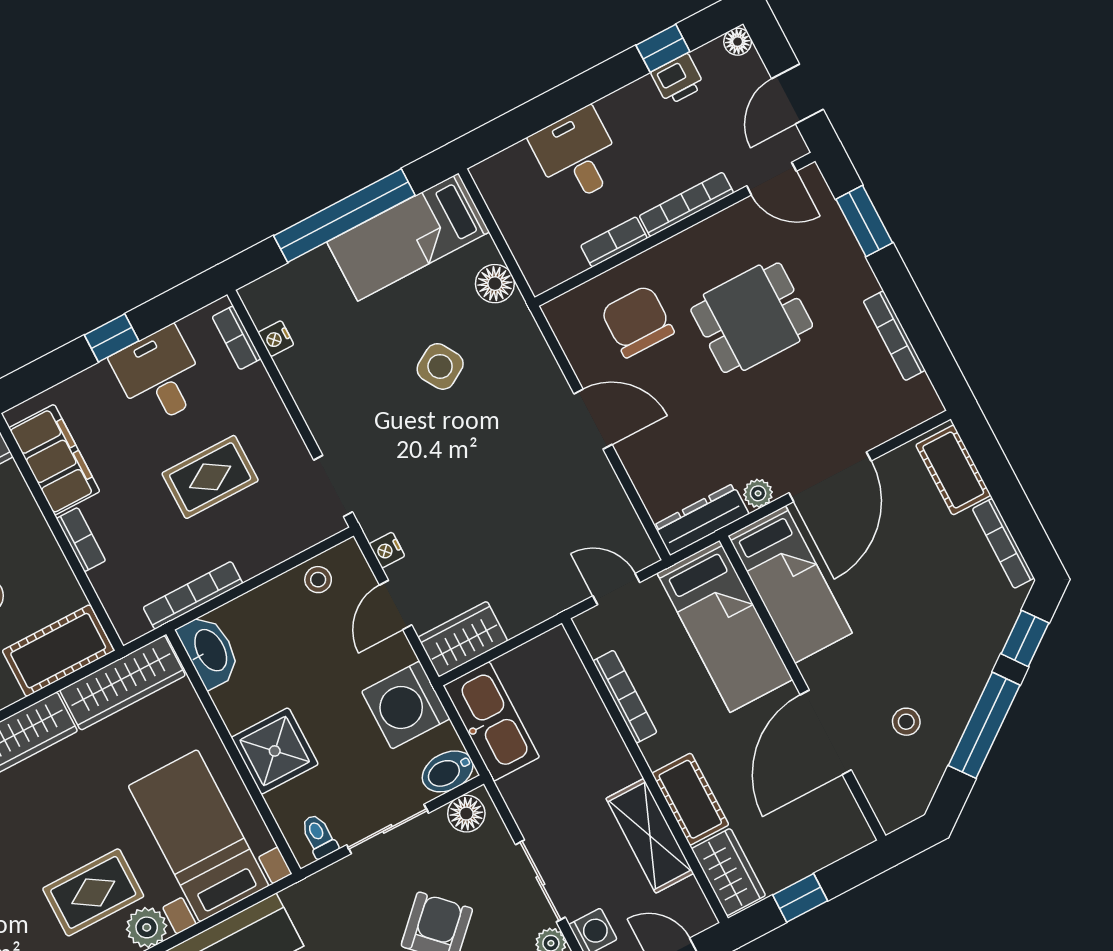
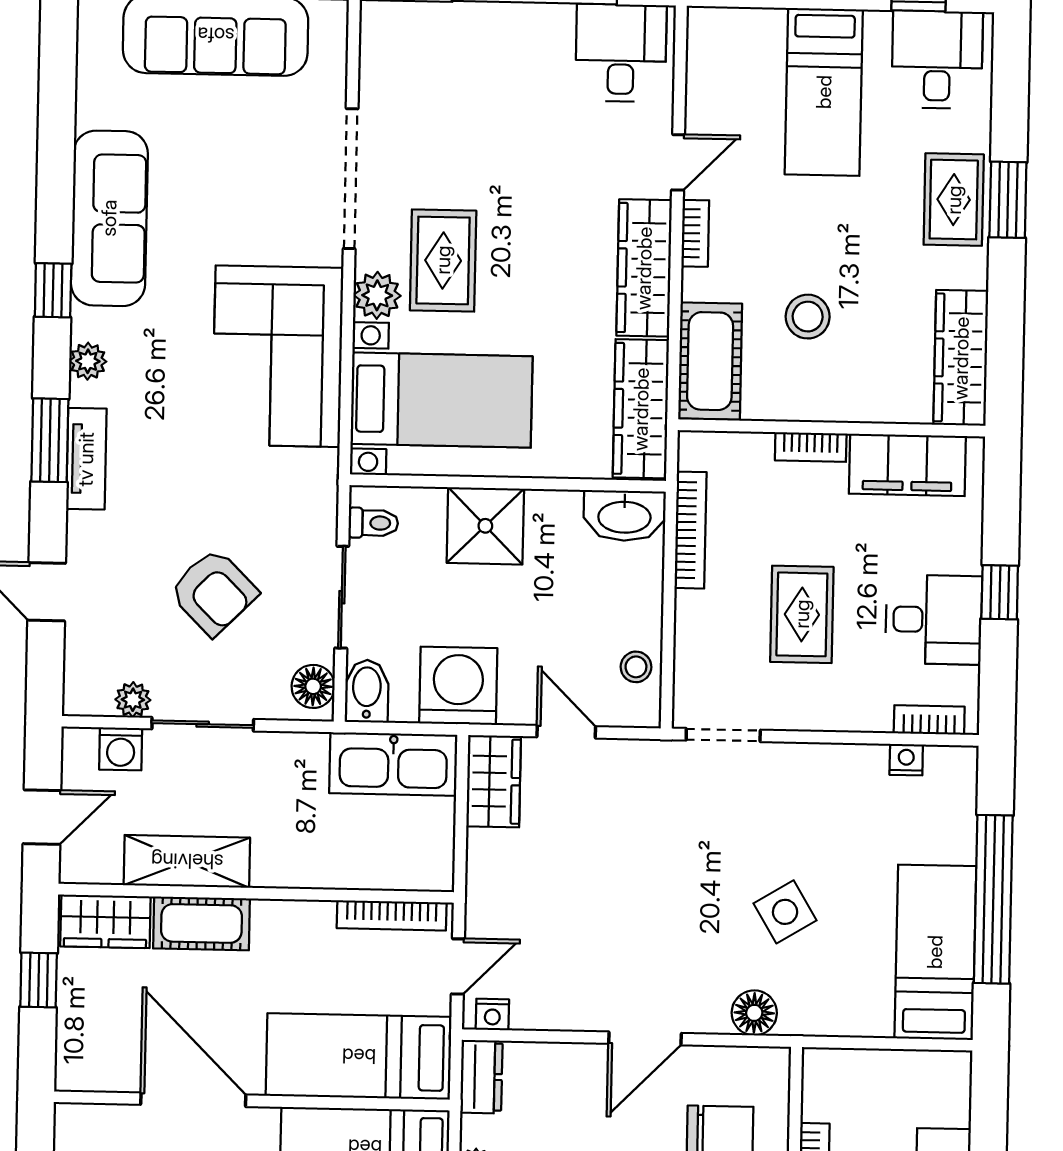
floor lamp: (495, 284) -> (754, 1013), moved
dresser: (701, 520) -> (481, 1077), width x0.70
nightstand: (387, 550) -> (492, 1014), moved, turned 180
bookcase: (625, 697) -> (392, 915), moved

